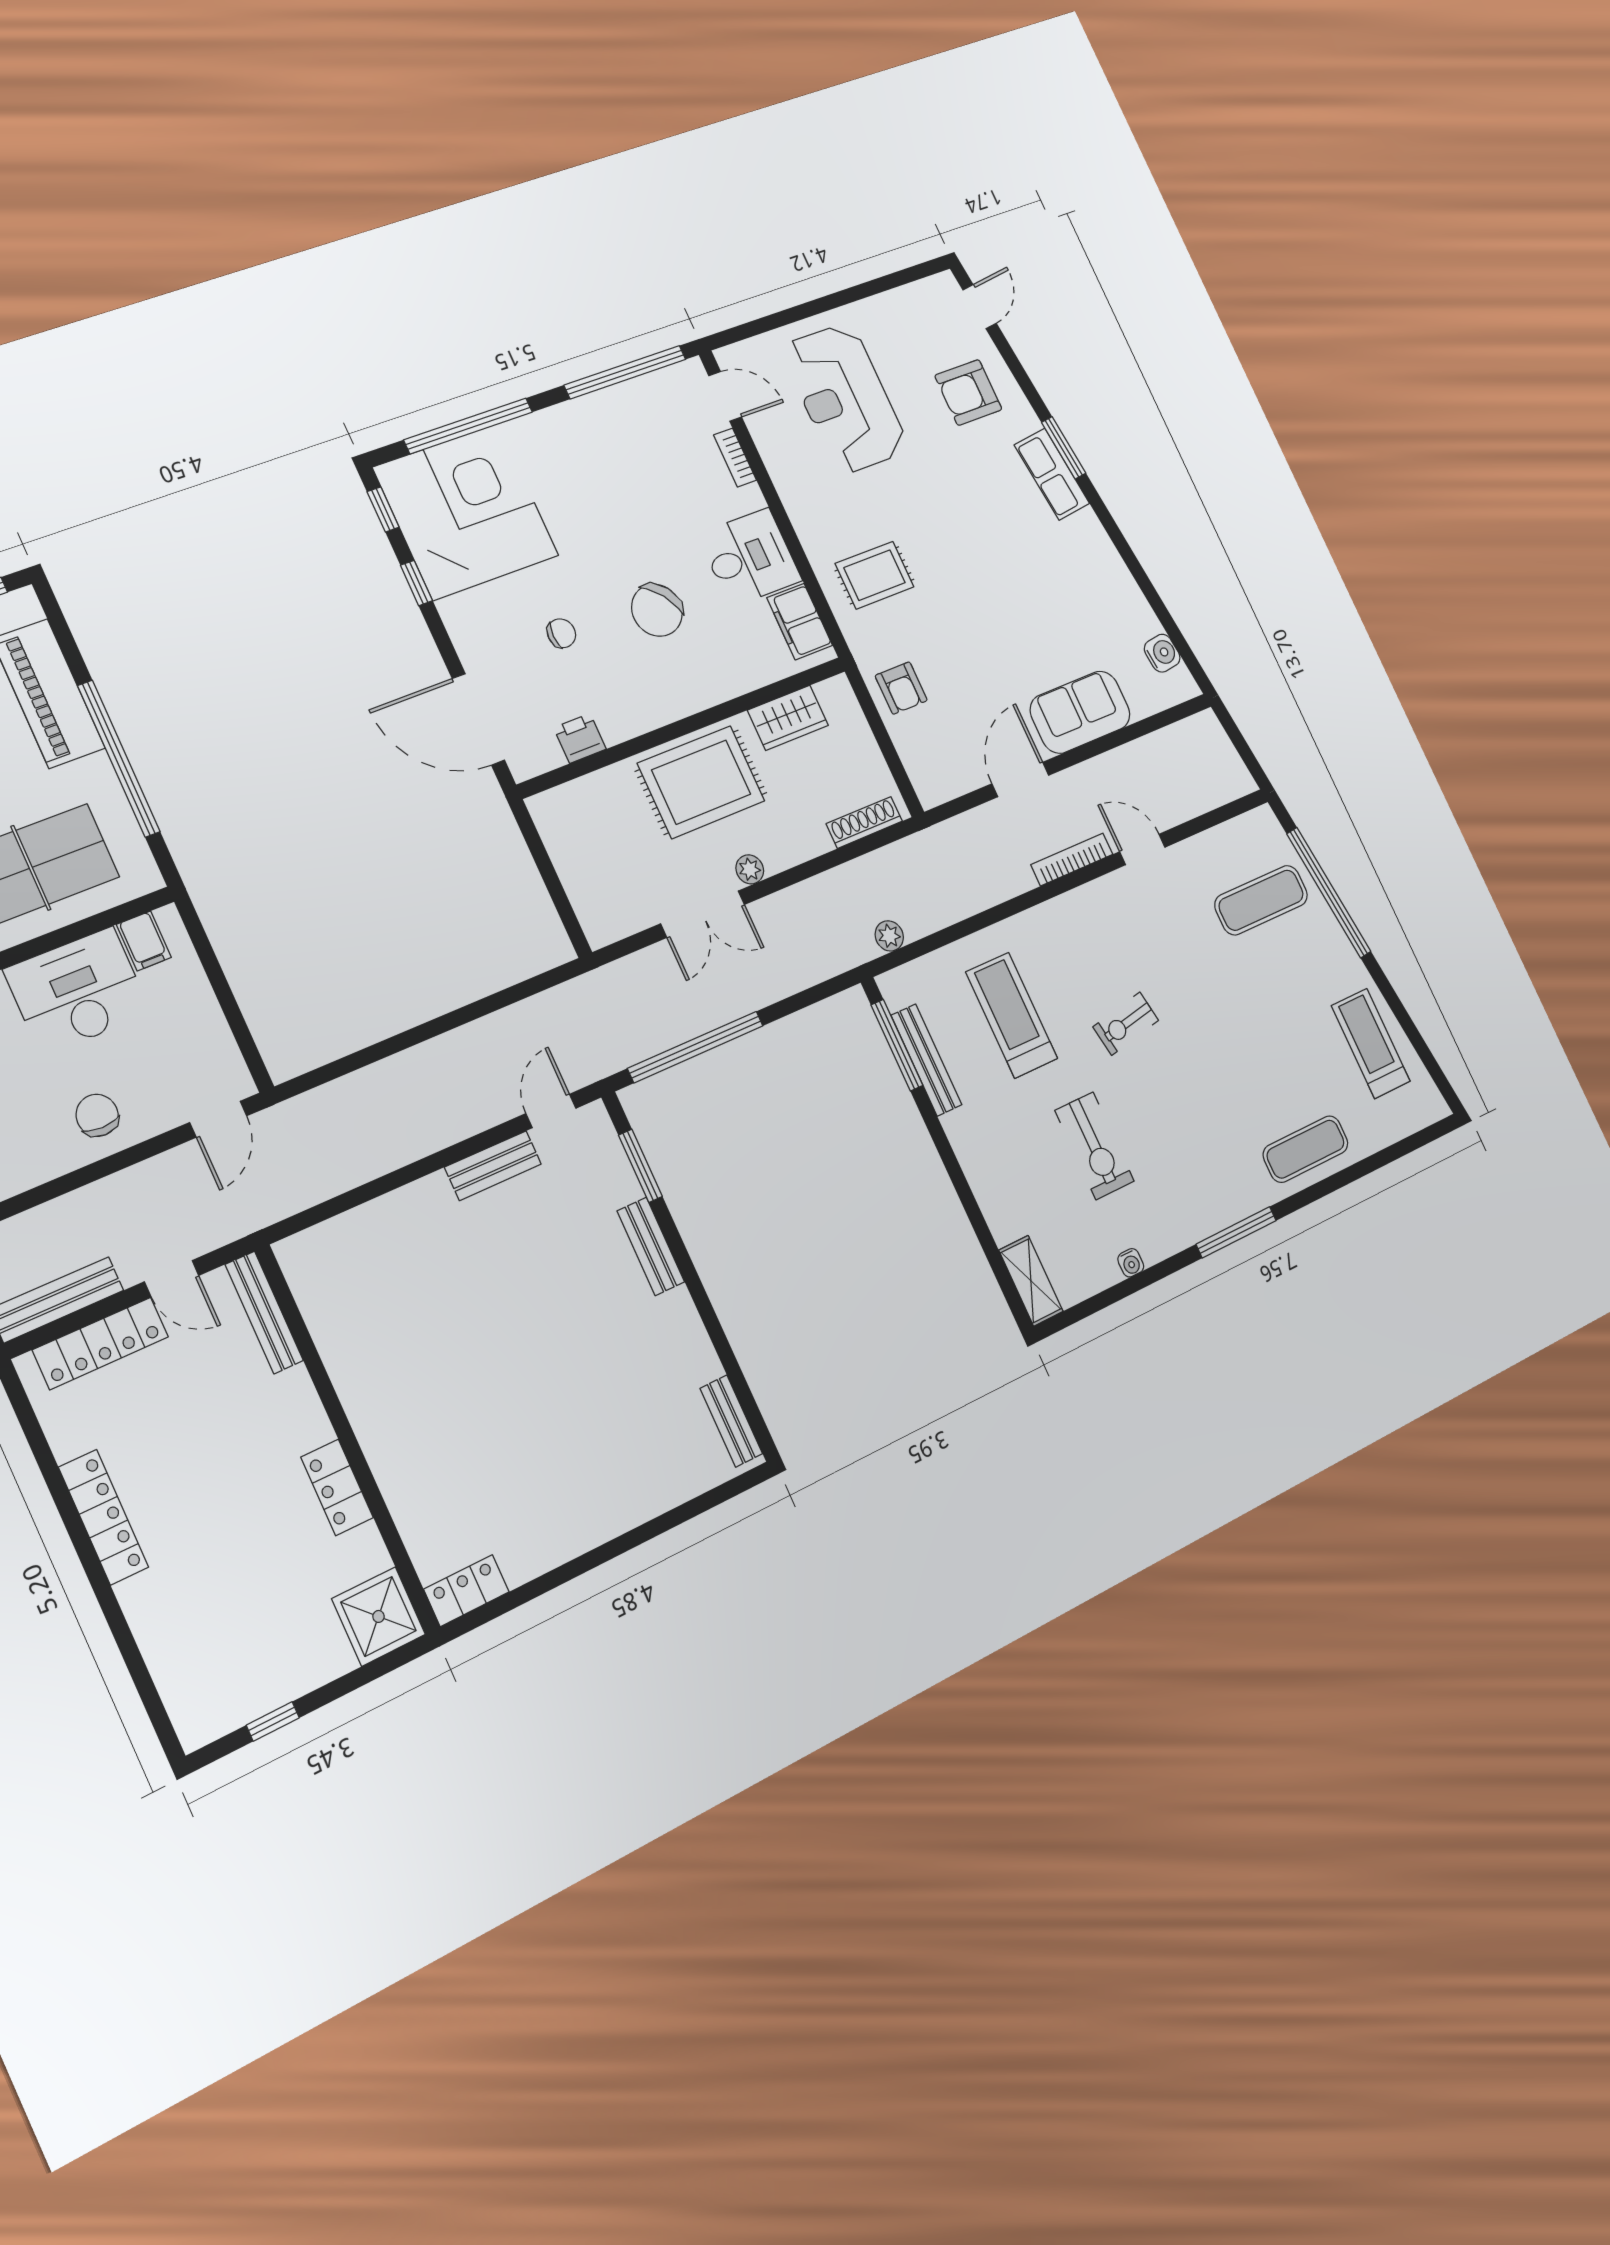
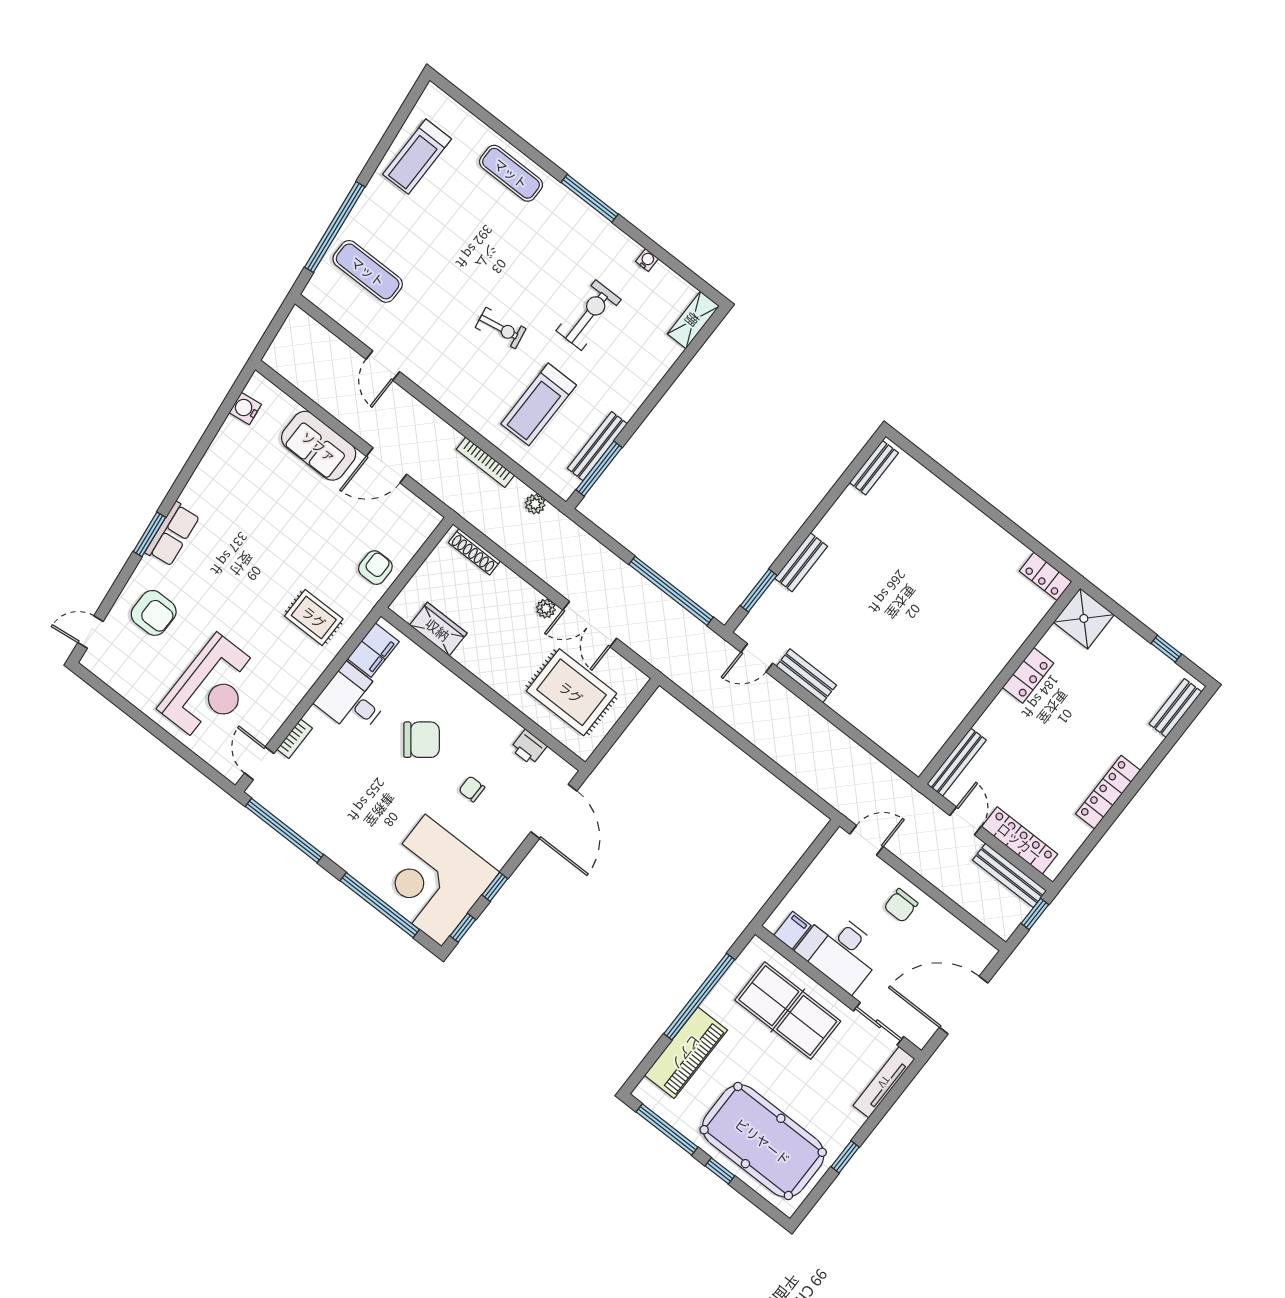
rug: (701, 782) -> (571, 692), moved
bookcase: (1072, 859) -> (485, 462), moved
double door: (703, 914) -> (590, 624), swing flipped
bench: (177, 1690) -> (1175, 708), added

